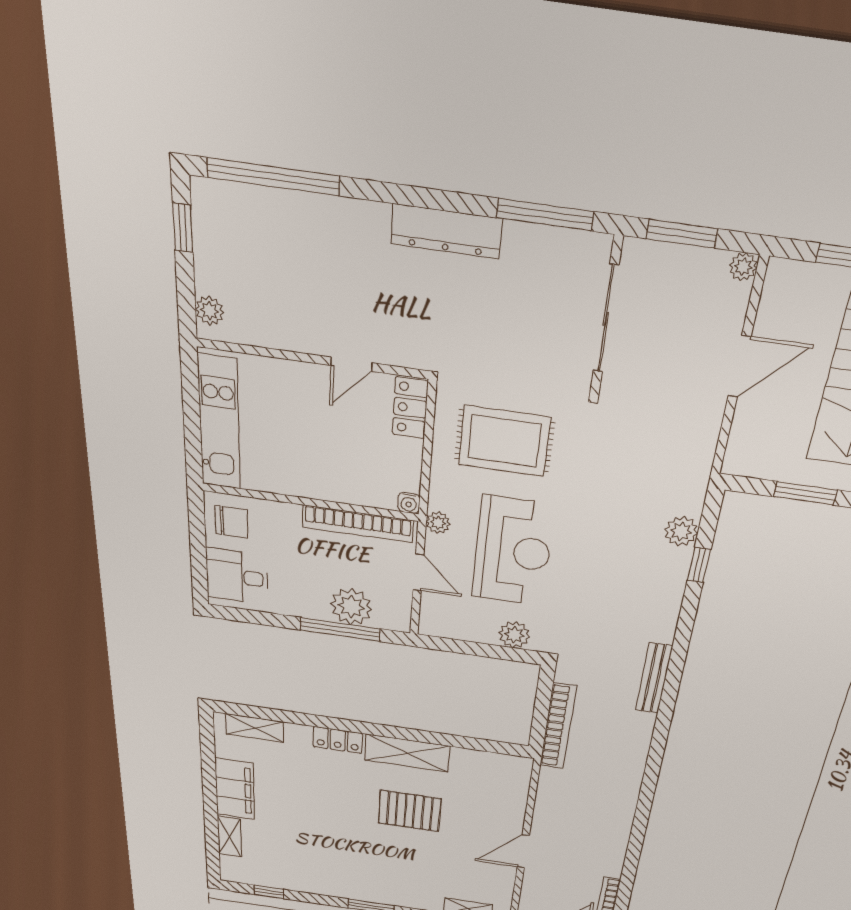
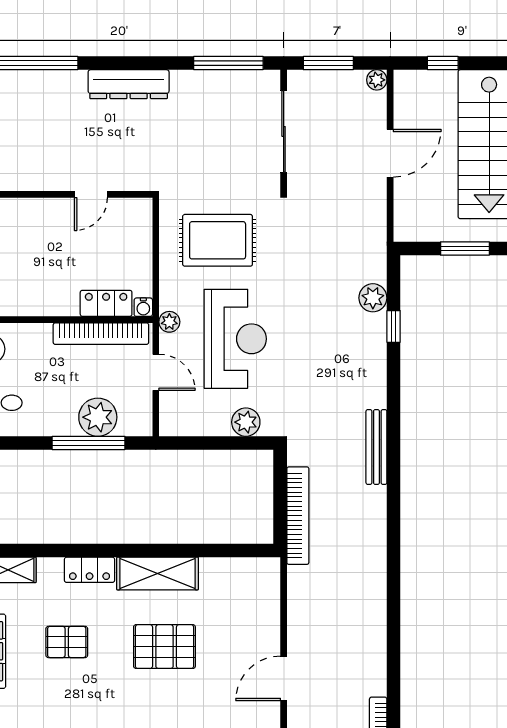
dresser: (446, 231) -> (129, 84), moved
locker: (410, 408) -> (106, 303), moved, turned 90
pallet: (314, 793) -> (67, 642), added

